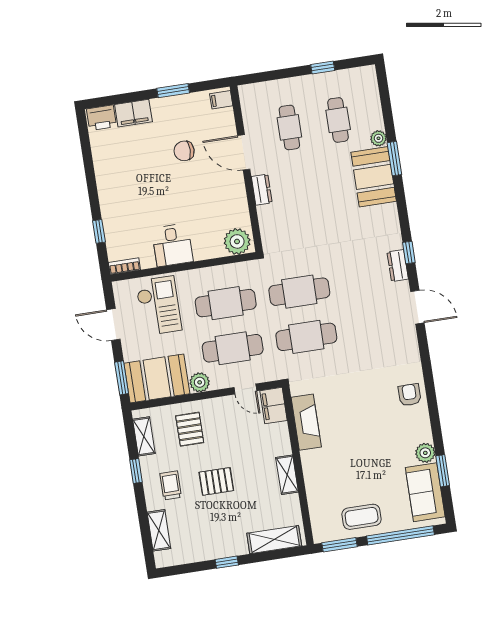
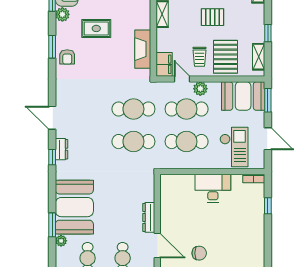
booth: (374, 177) -> (74, 207), width x1.36, depth x1.42
dresser: (262, 190) -> (149, 217), width x1.44
plant: (237, 241) -> (172, 184), removed
desk: (172, 245) -> (213, 188), width x1.37
checkout: (159, 306) -> (234, 147), turned 180
plant: (200, 382) -> (200, 89), moved
window: (433, 406) -> (52, 47), added
pallet: (190, 429) -> (226, 57), width x1.50, depth x1.42
rug: (375, 441) -> (96, 28), added
trolley: (171, 485) -> (199, 57), moved

